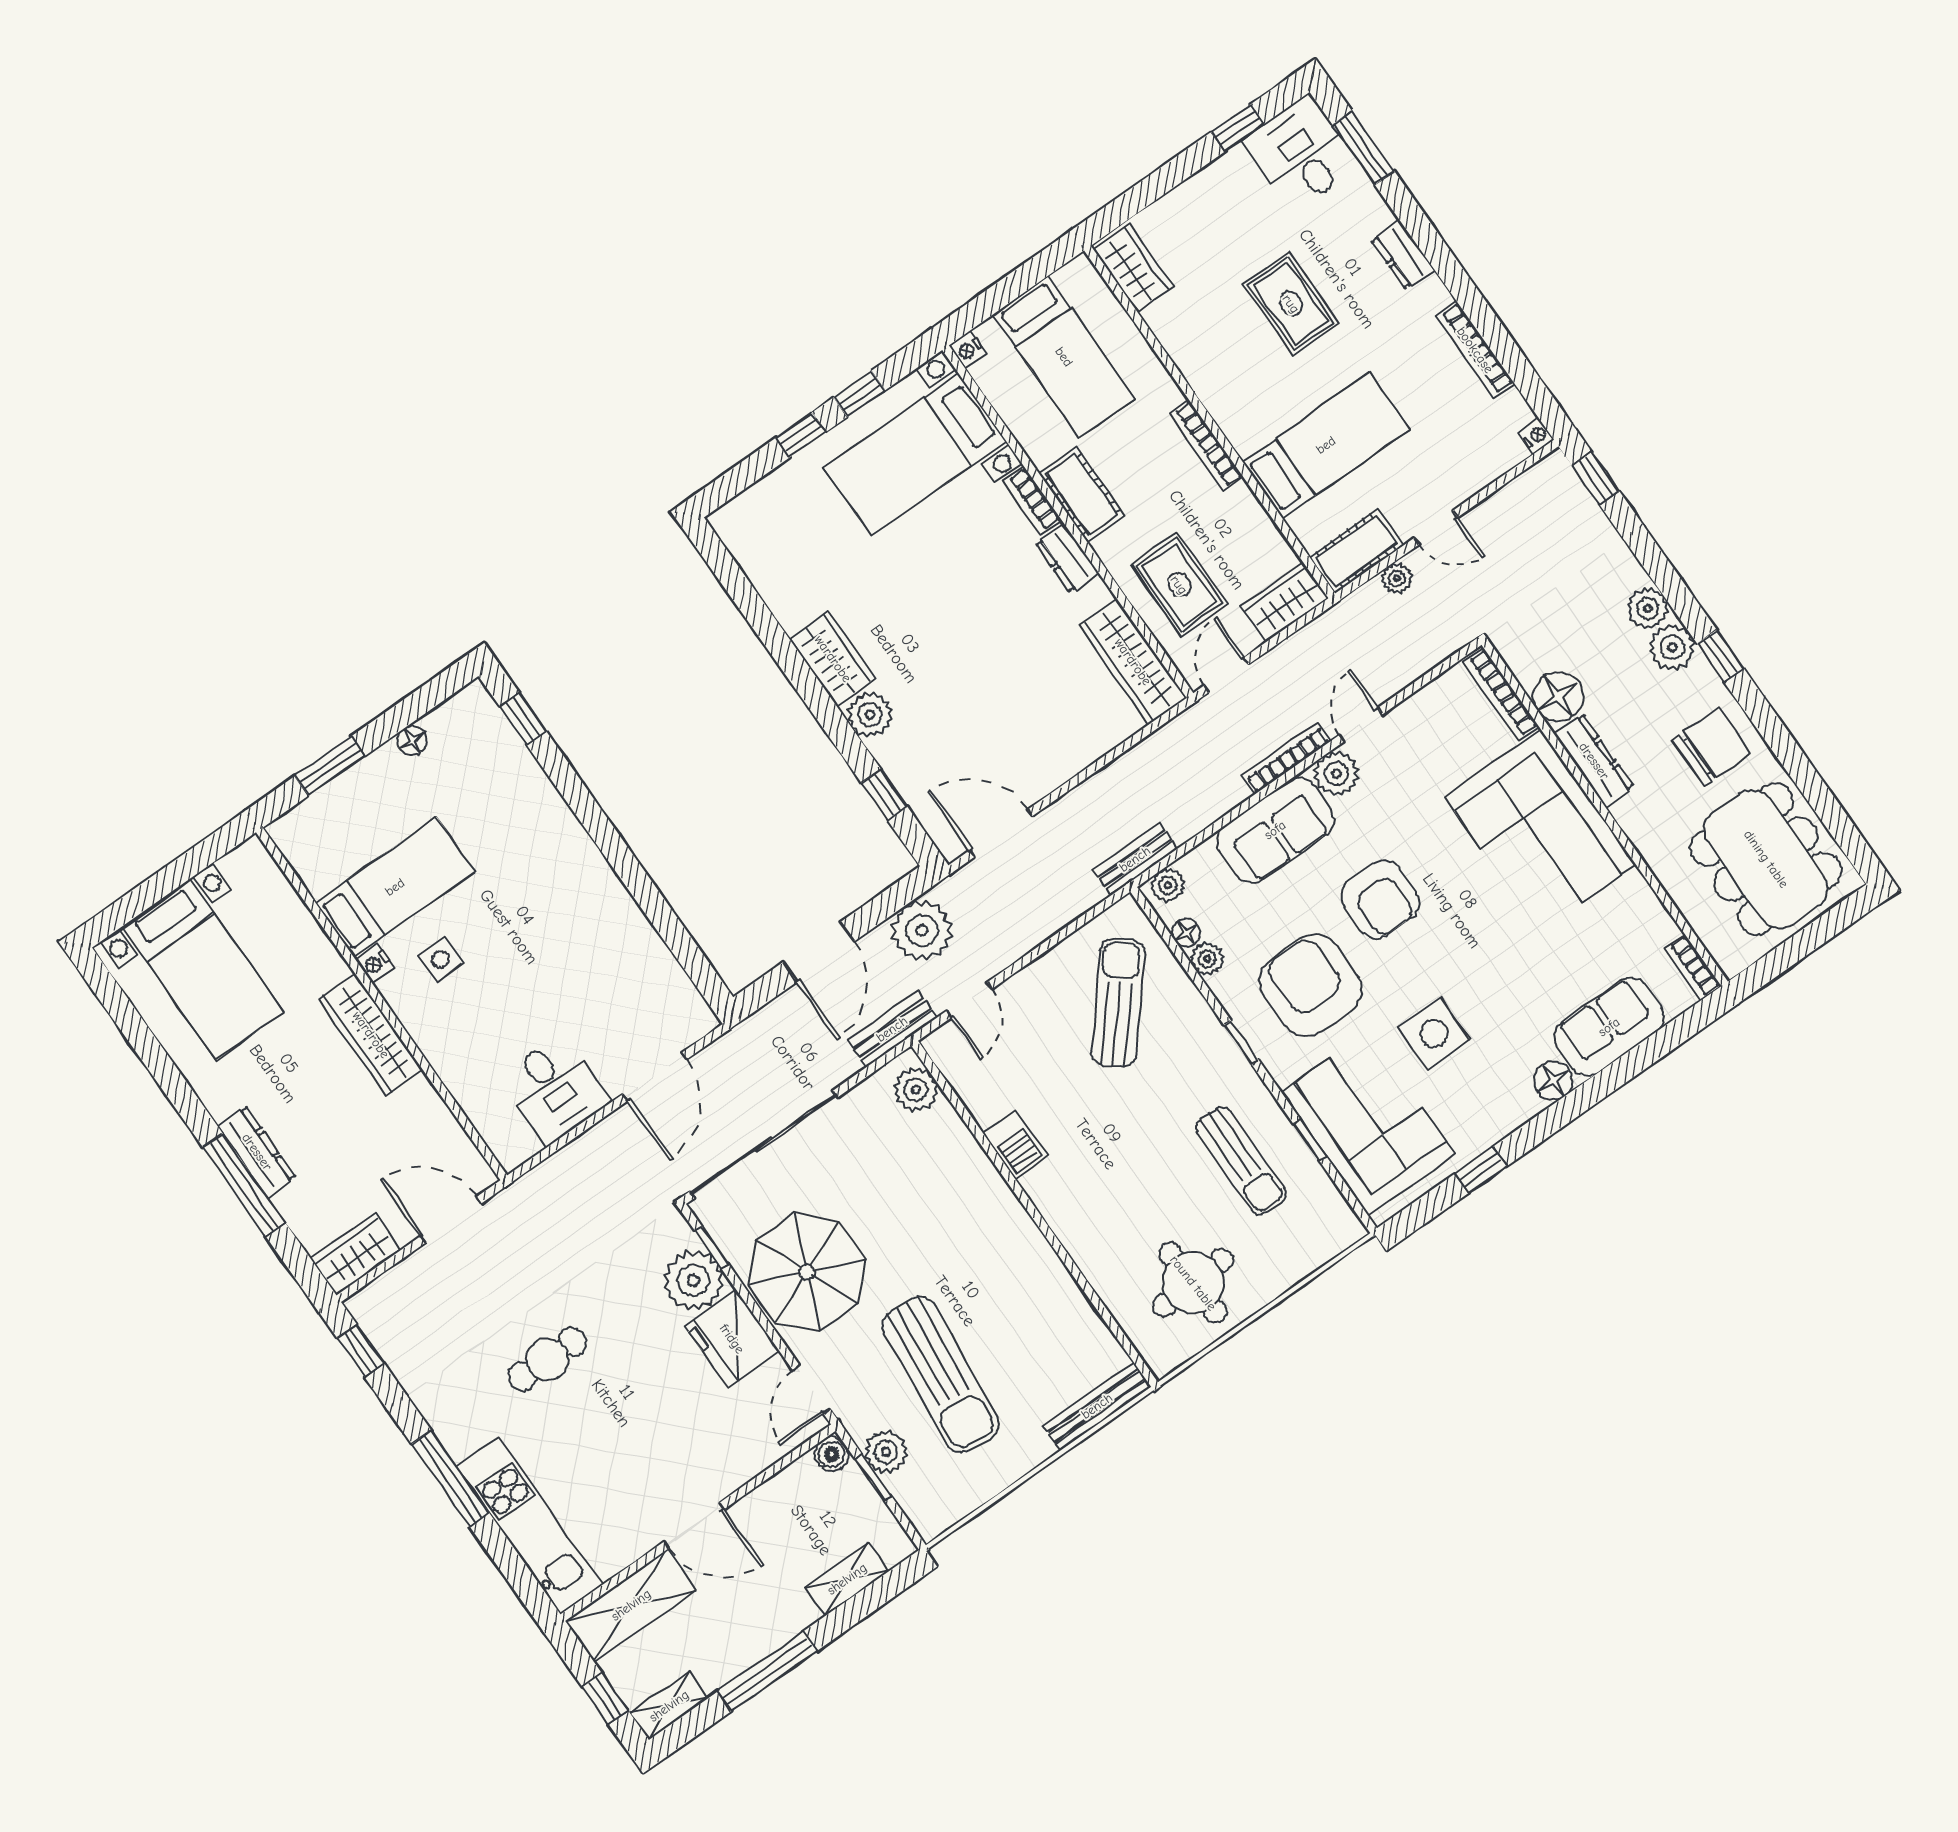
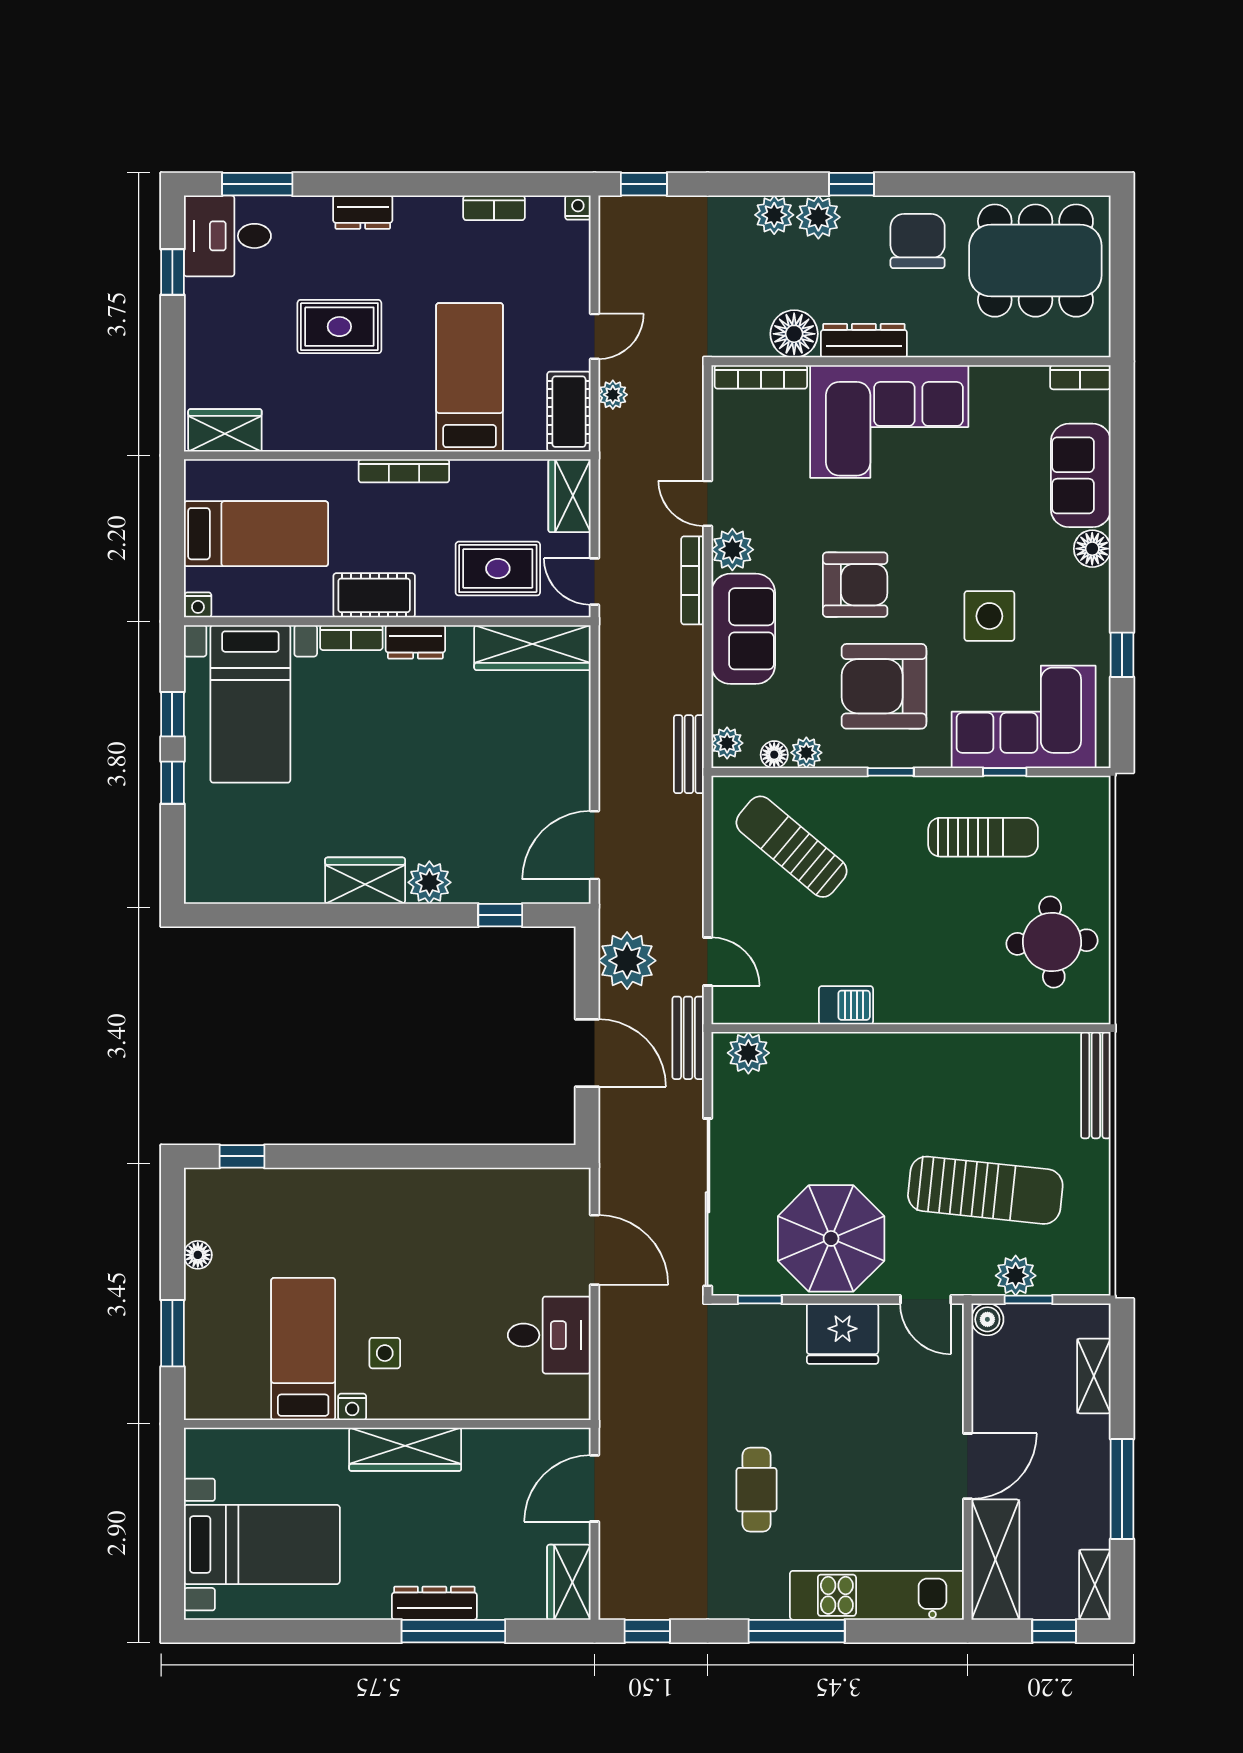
bookcase: (1475, 350) -> (494, 208), width x0.64
plant: (693, 1280) -> (775, 1332), removed

